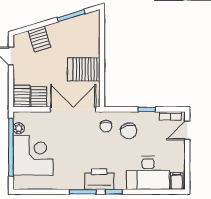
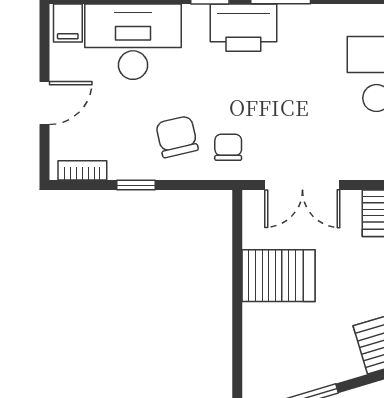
double door: (73, 109) -> (302, 185), width x0.73
door: (187, 130) -> (44, 103), moved

